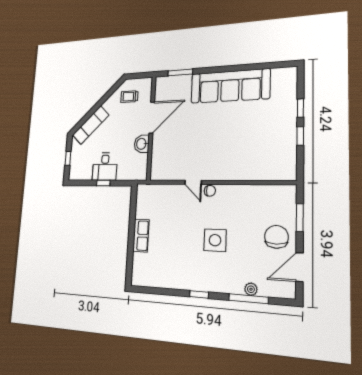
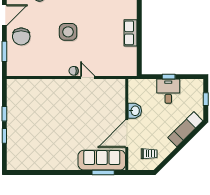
sofa: (230, 86) -> (102, 160), moved, width x0.74, depth x0.79

